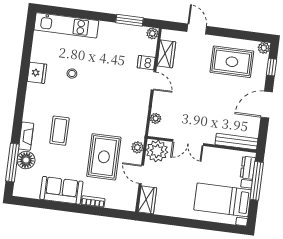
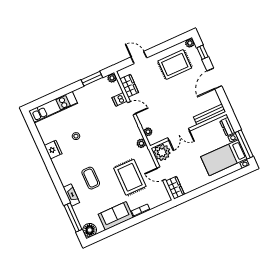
plant: (137, 147) -> (141, 143), moved
floor lamp: (26, 160) -> (90, 230), moved
window: (257, 181) -> (244, 145), moved

